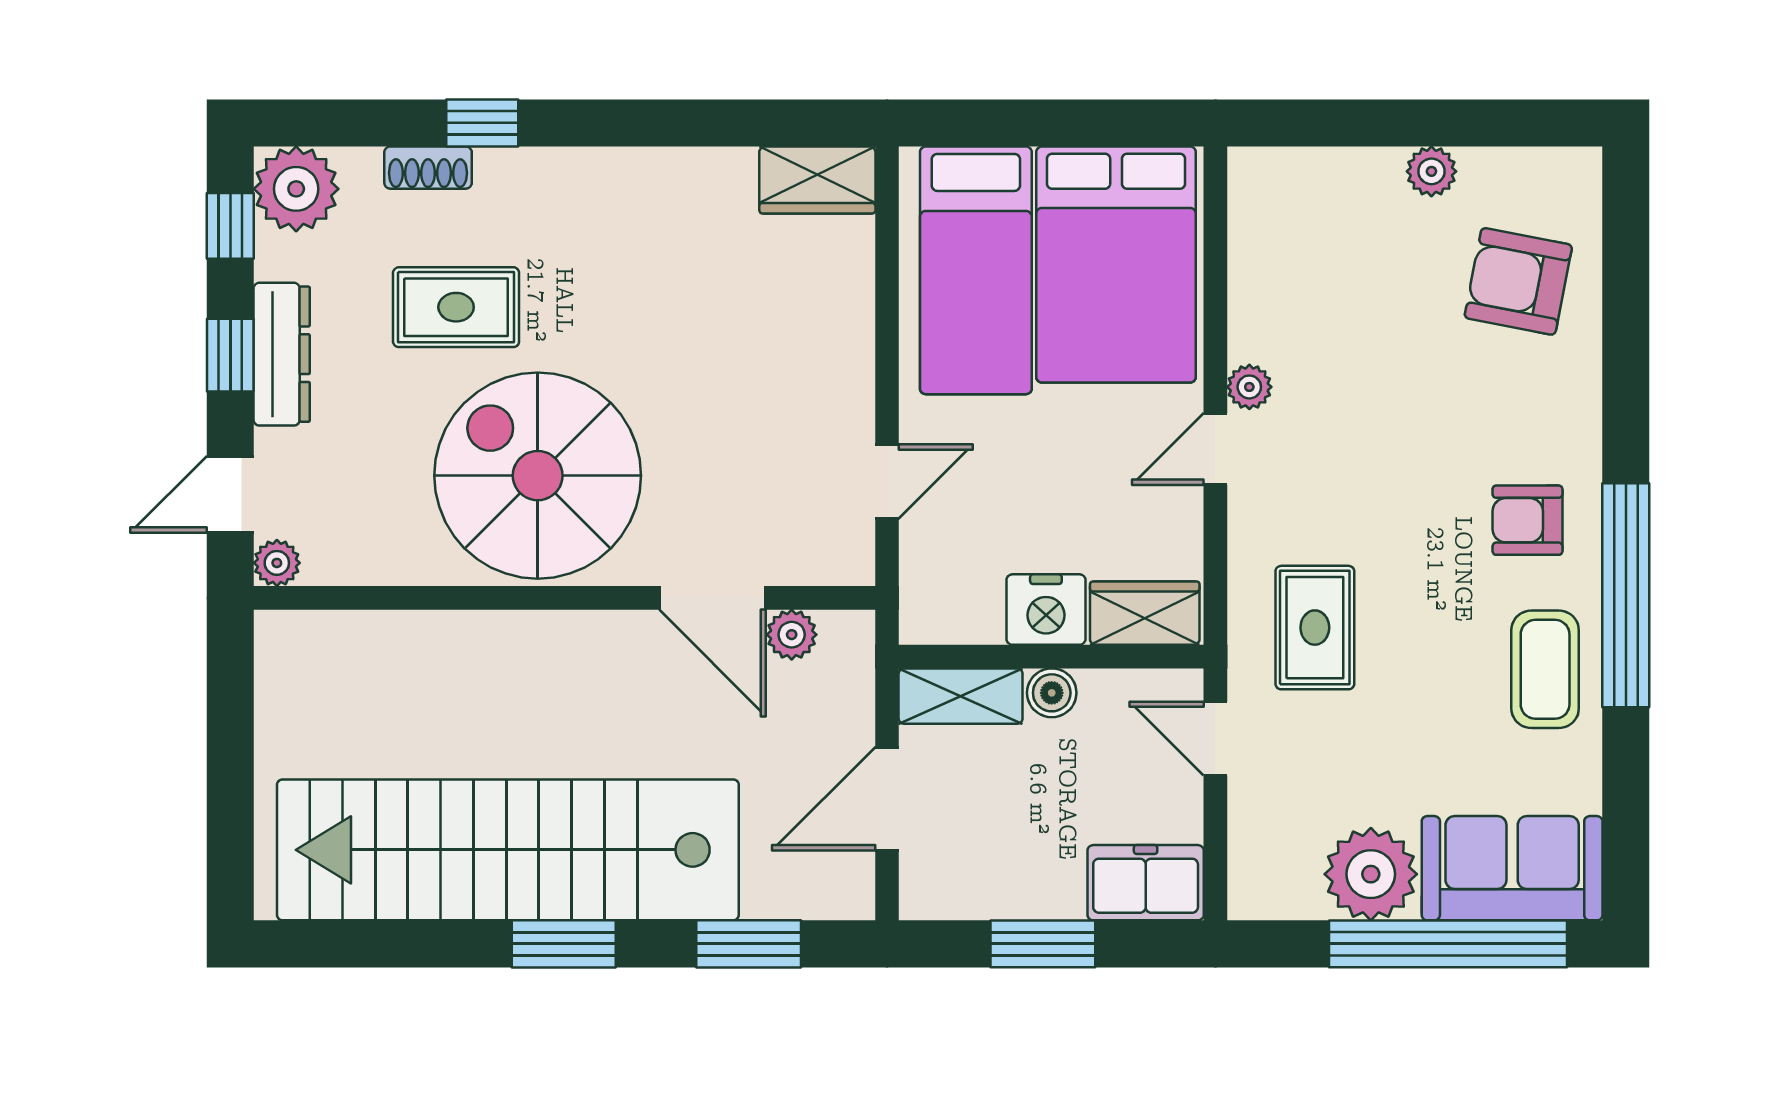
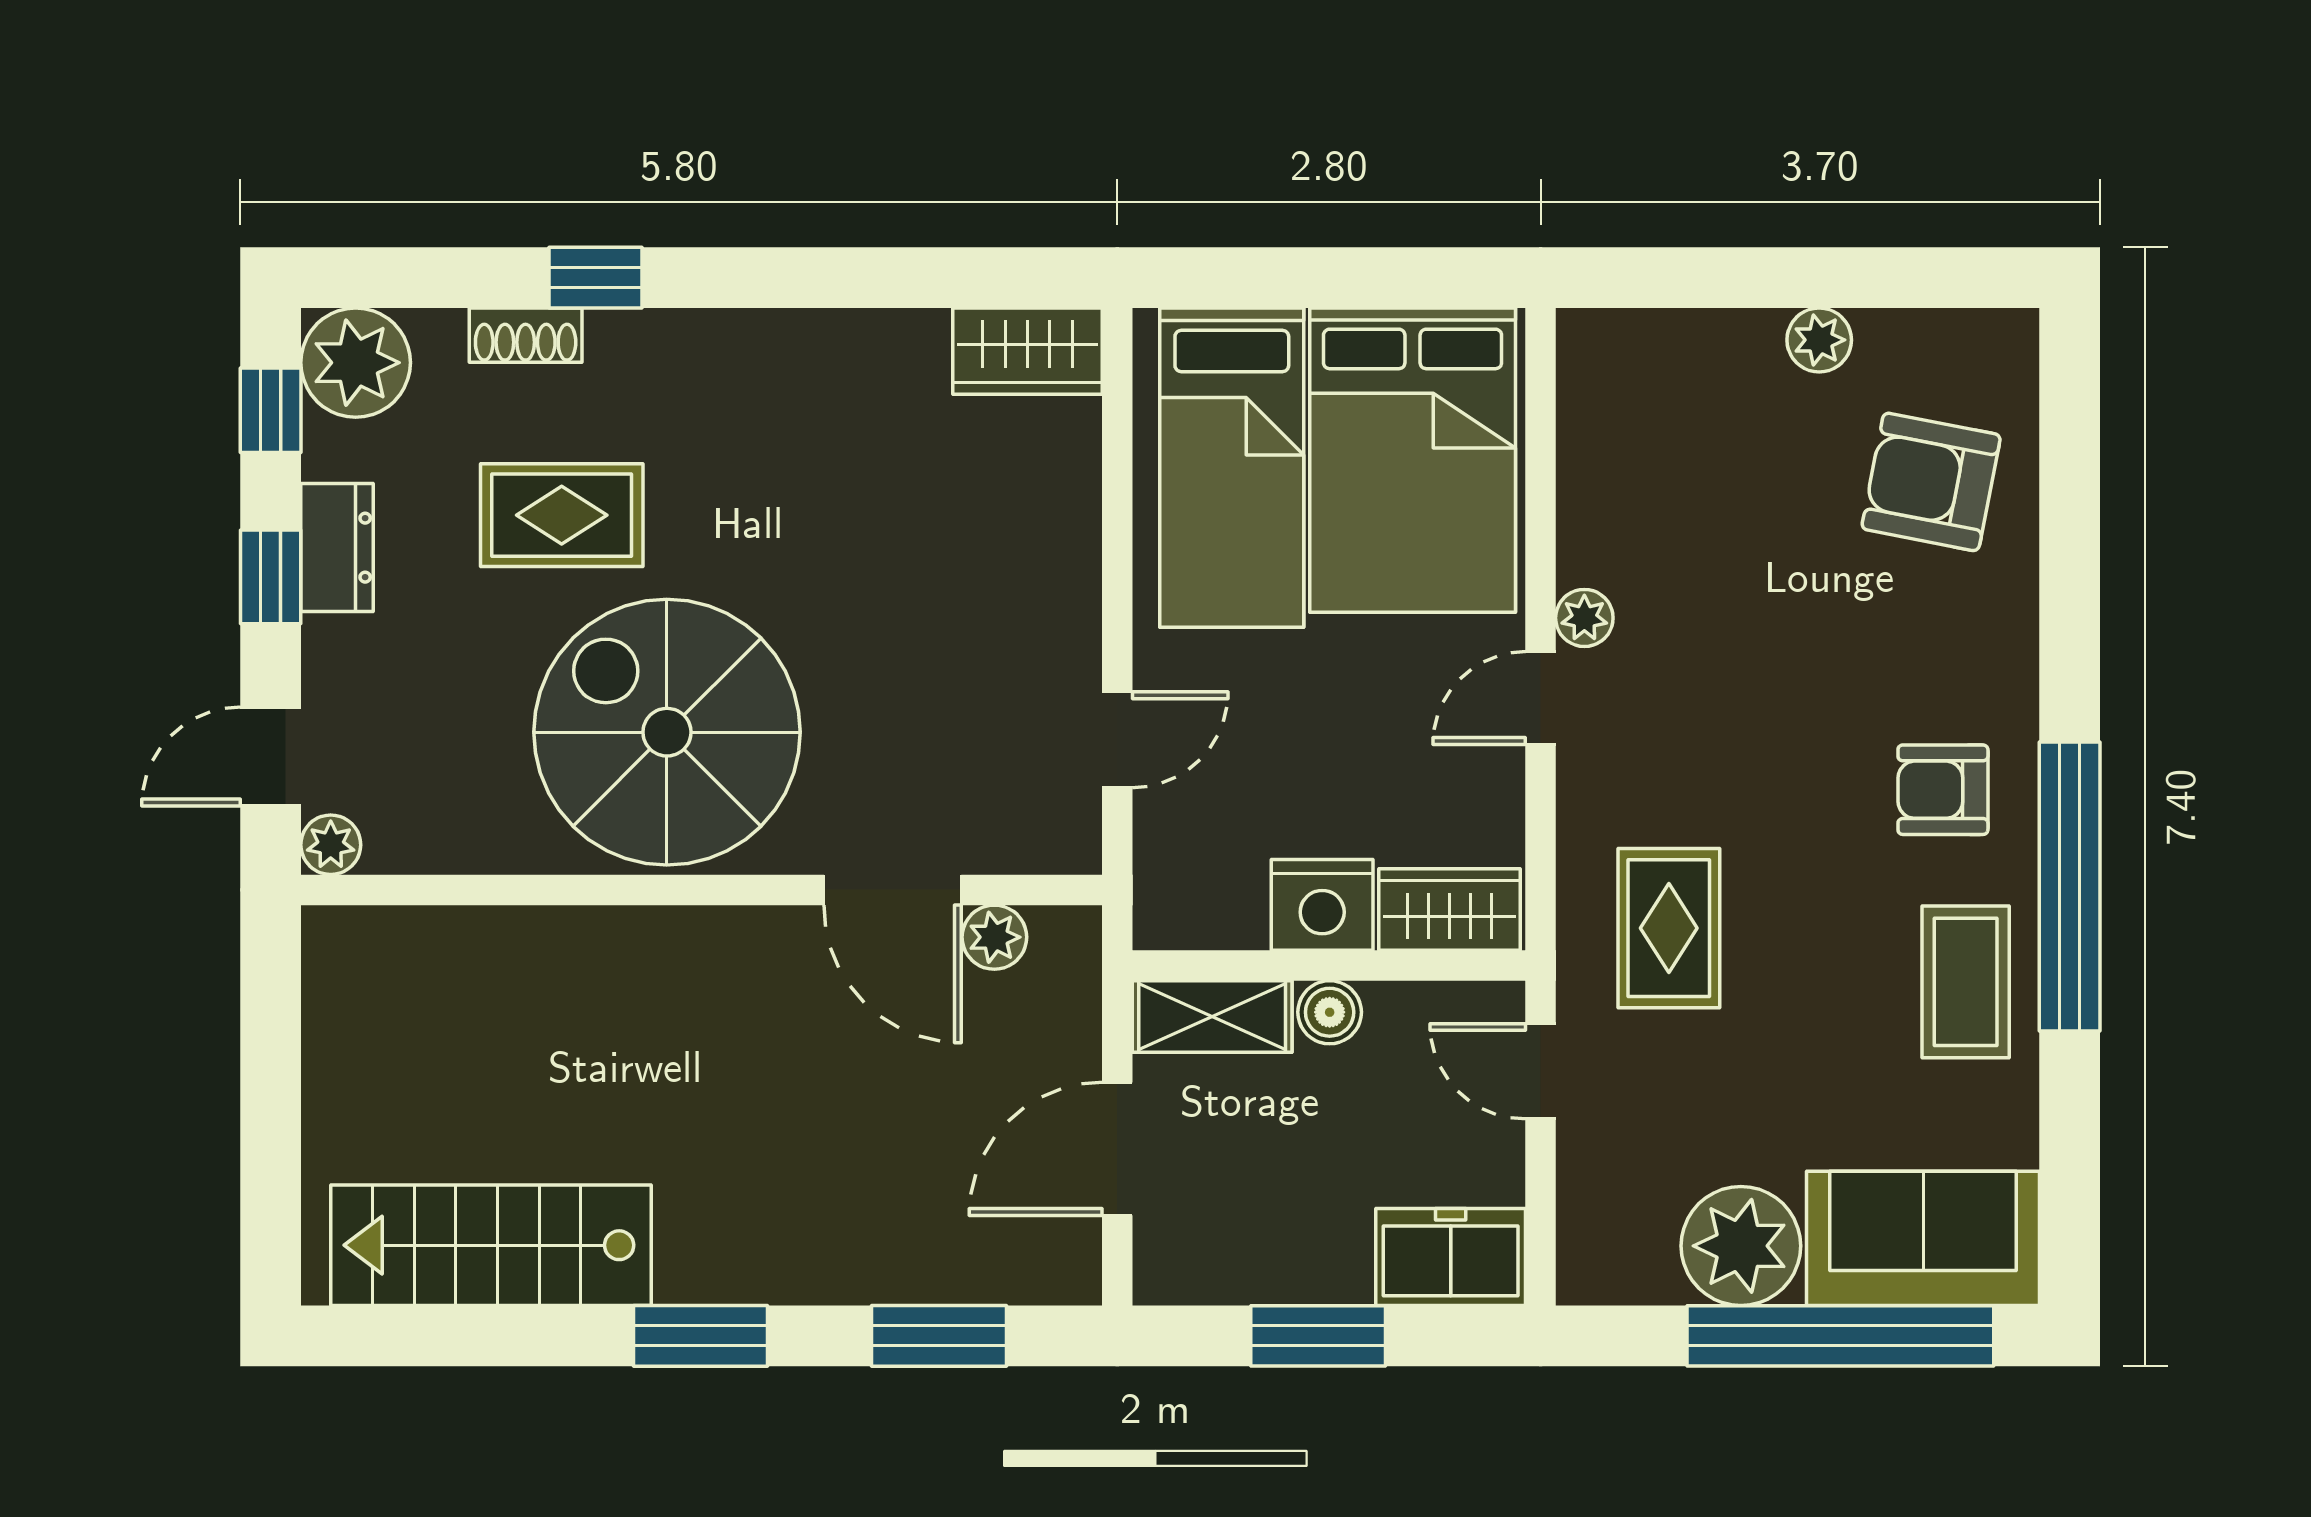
dresser: (282, 354) -> (337, 548), width x0.70
stairs: (508, 850) -> (491, 1245), width x0.54, depth x0.66

